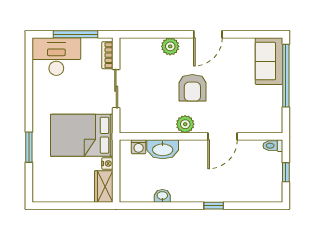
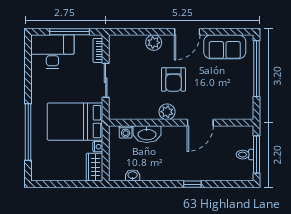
sofa: (269, 61) -> (225, 47), moved, turned -90
toilet: (273, 146) -> (245, 155), moved
window: (29, 147) -> (28, 132), width x2.11
window: (286, 172) -> (257, 154), width x2.17
washbasin: (162, 196) -> (133, 175), moved

